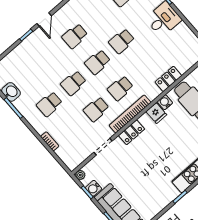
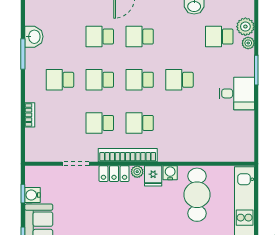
school desk: (51, 57) -> (100, 37), added
locker: (168, 79) -> (192, 154), removed
plant: (80, 175) -> (137, 172), moved

